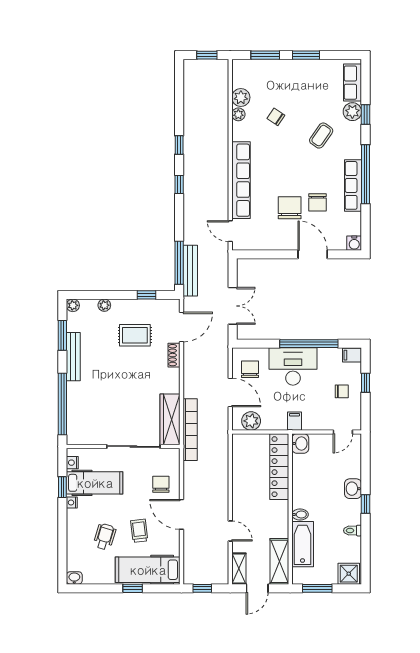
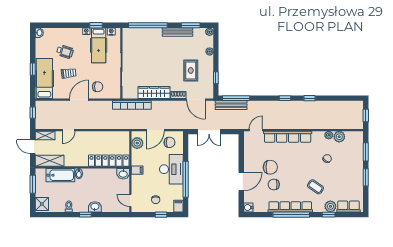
row of seats: (353, 185) -> (290, 207), width x1.36
wardrobe: (170, 419) -> (154, 93), moved

